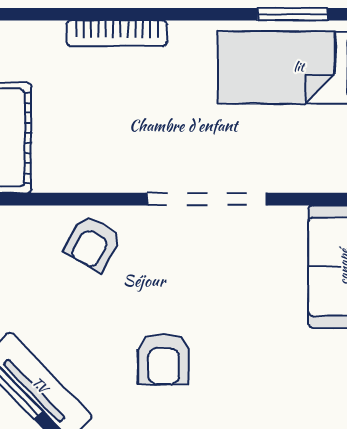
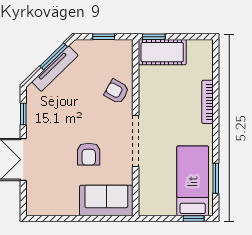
armchair: (163, 359) -> (89, 154), moved, turned -90

